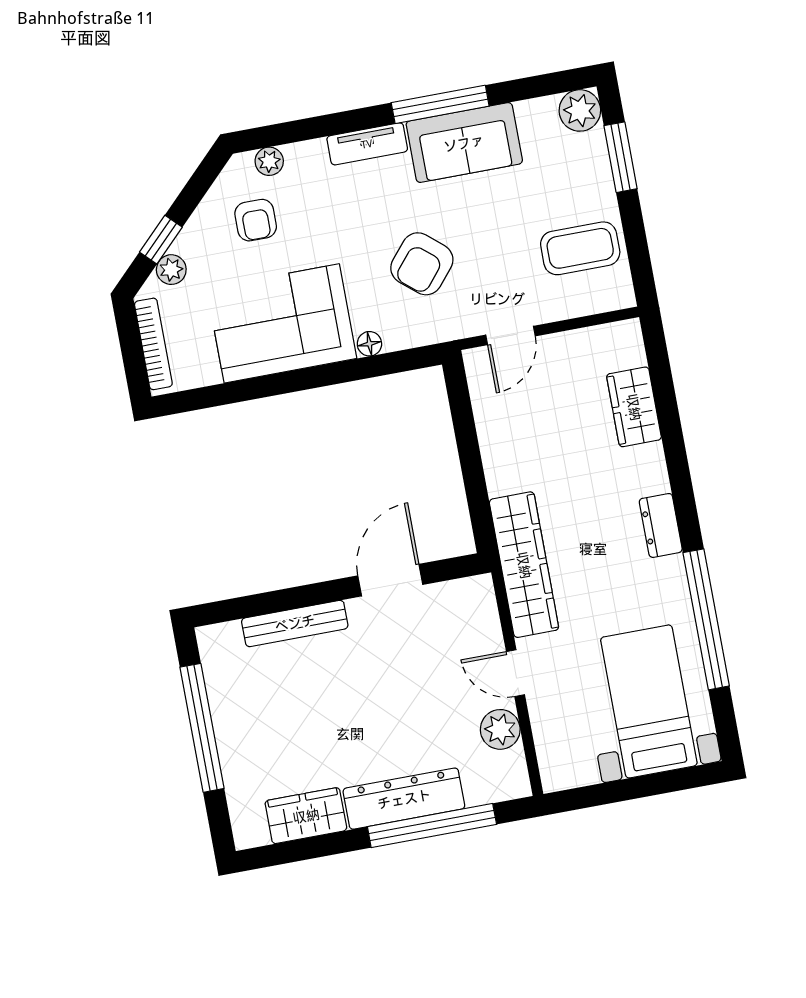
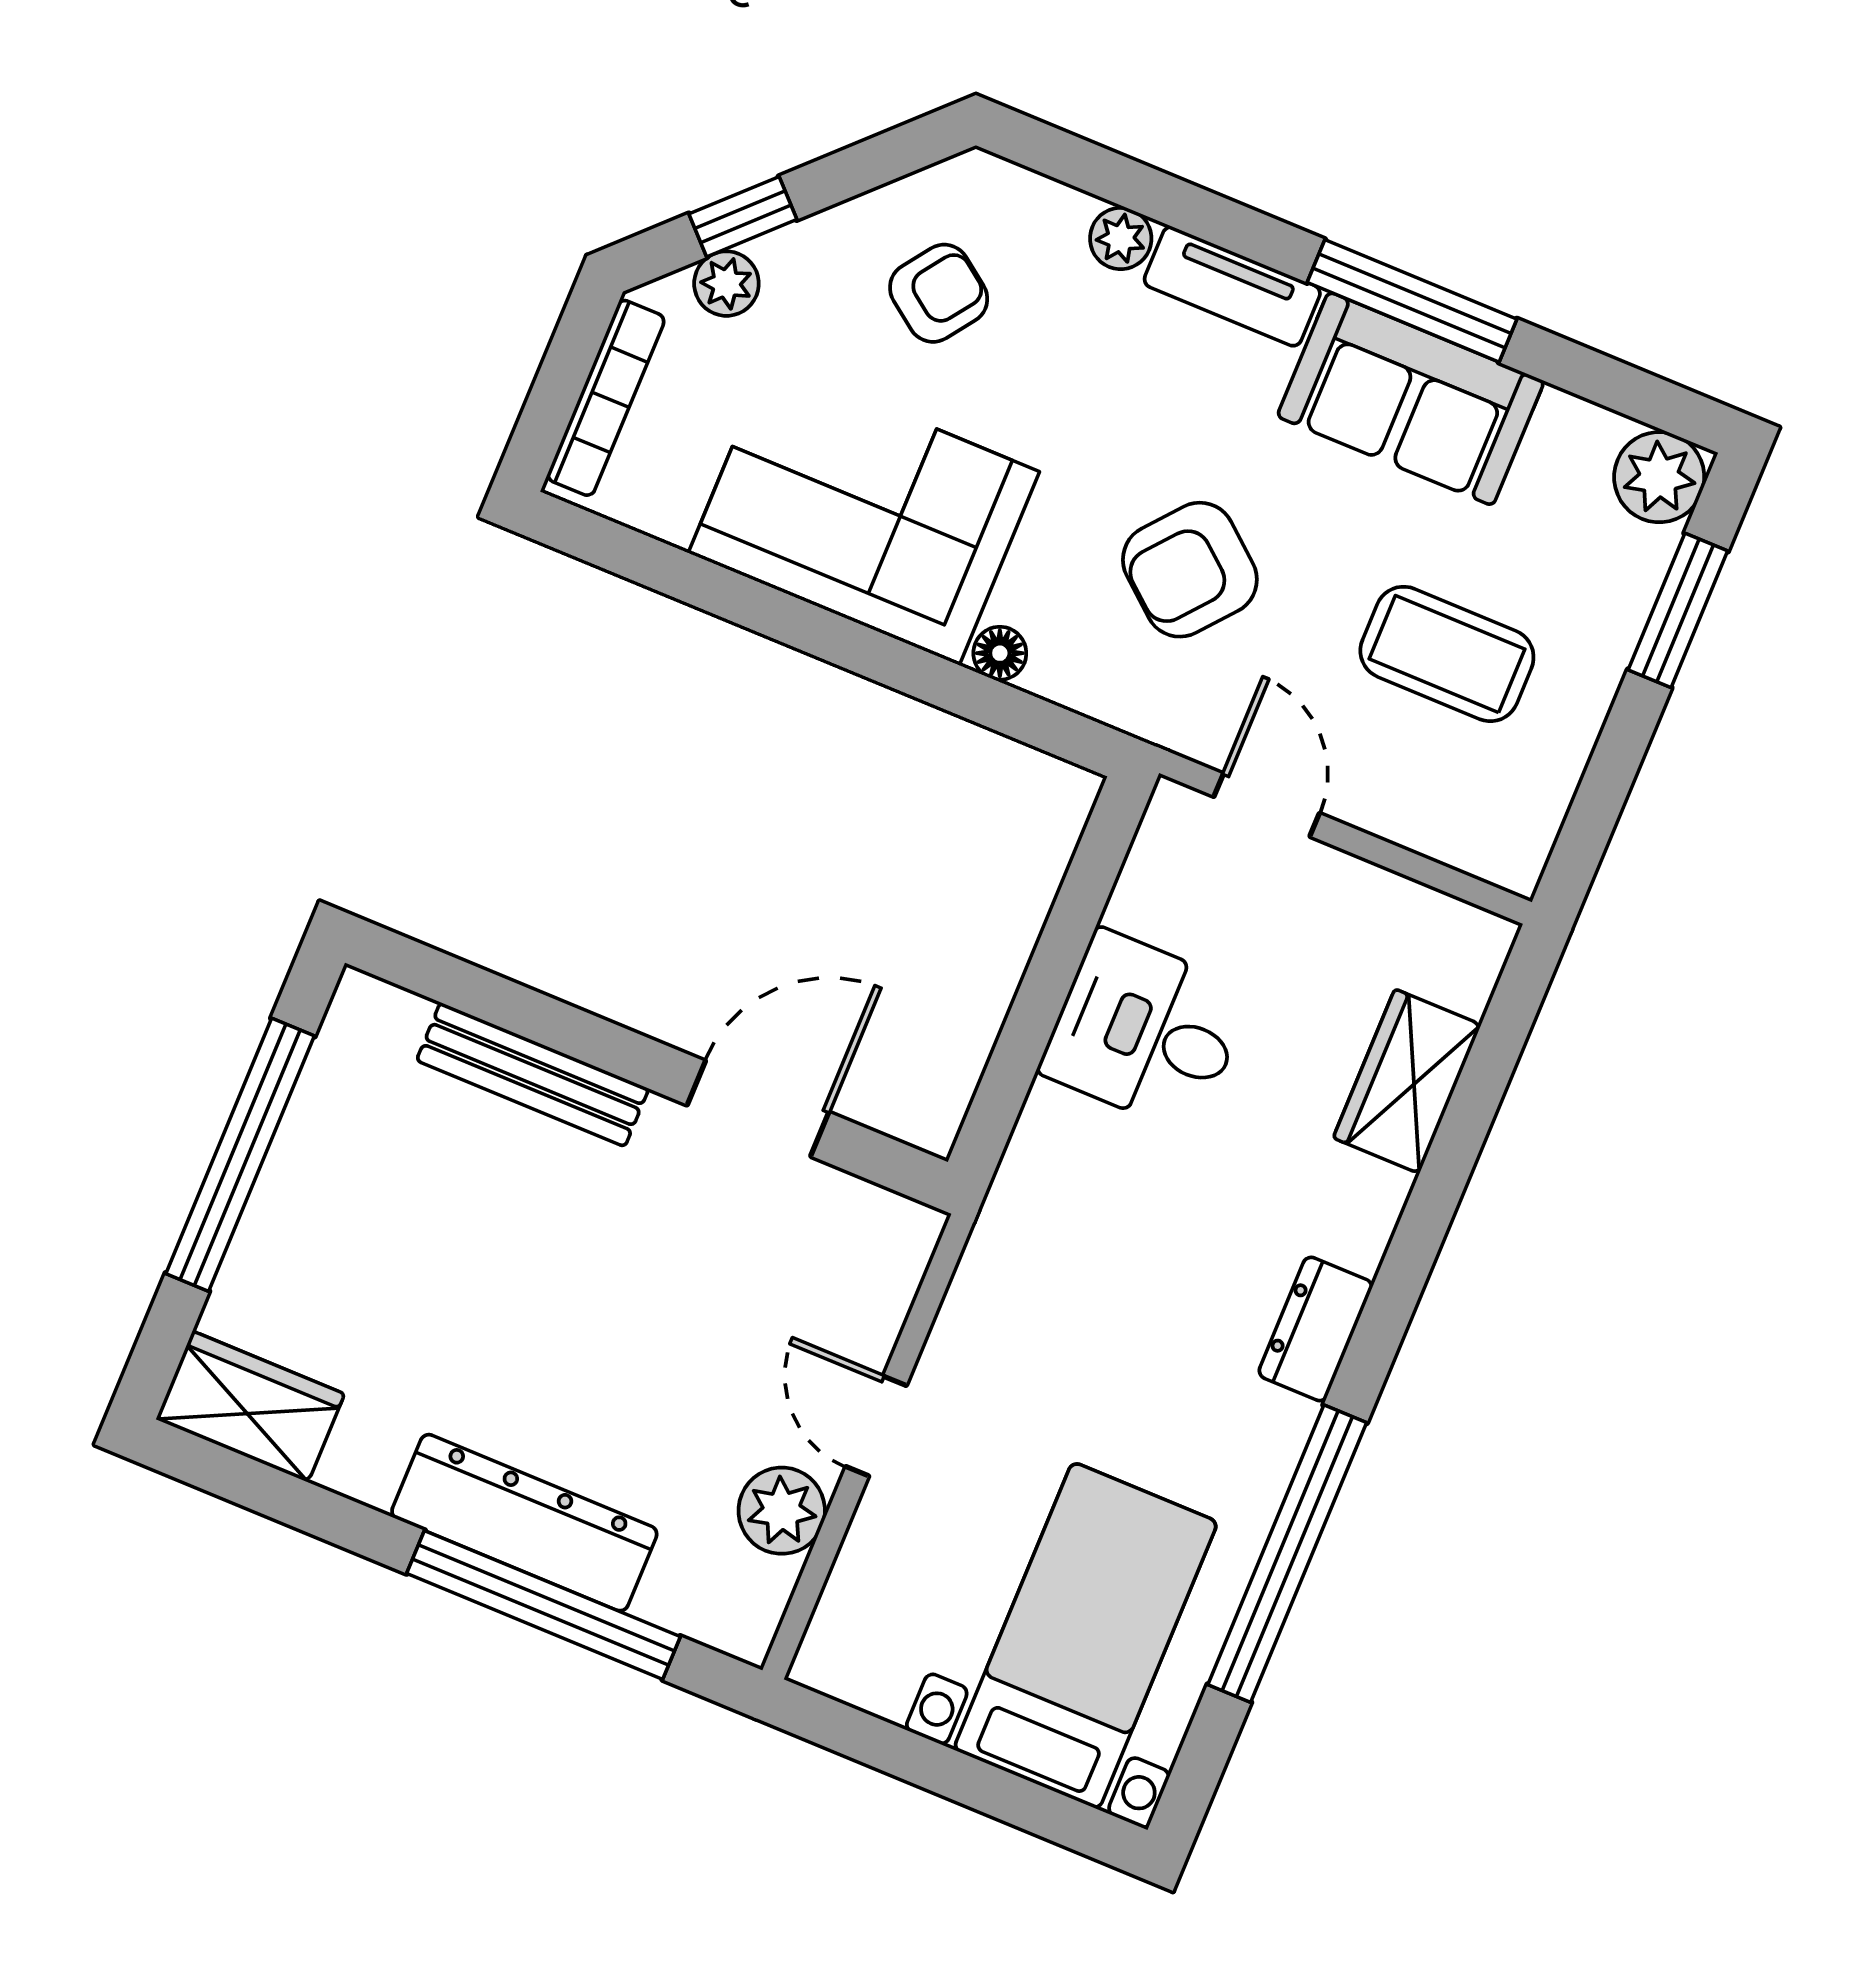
plant: (269, 161) -> (1121, 239), moved
armchair: (256, 220) -> (939, 293), turned -144
coffee table: (580, 248) -> (1447, 654), moved
door: (511, 335) -> (1267, 805), swing flipped
desk: (521, 453) -> (1146, 1031), added
wardrobe: (524, 565) -> (1020, 1239), removed
wardrobe: (306, 816) -> (250, 1407), moved

